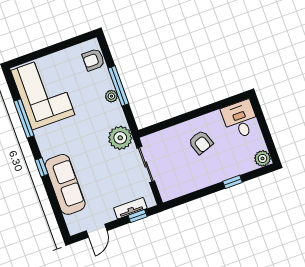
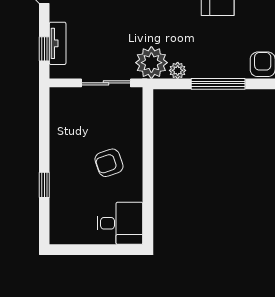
plant: (111, 96) -> (178, 70), moved
plant: (262, 158) -> (60, 234), removed

